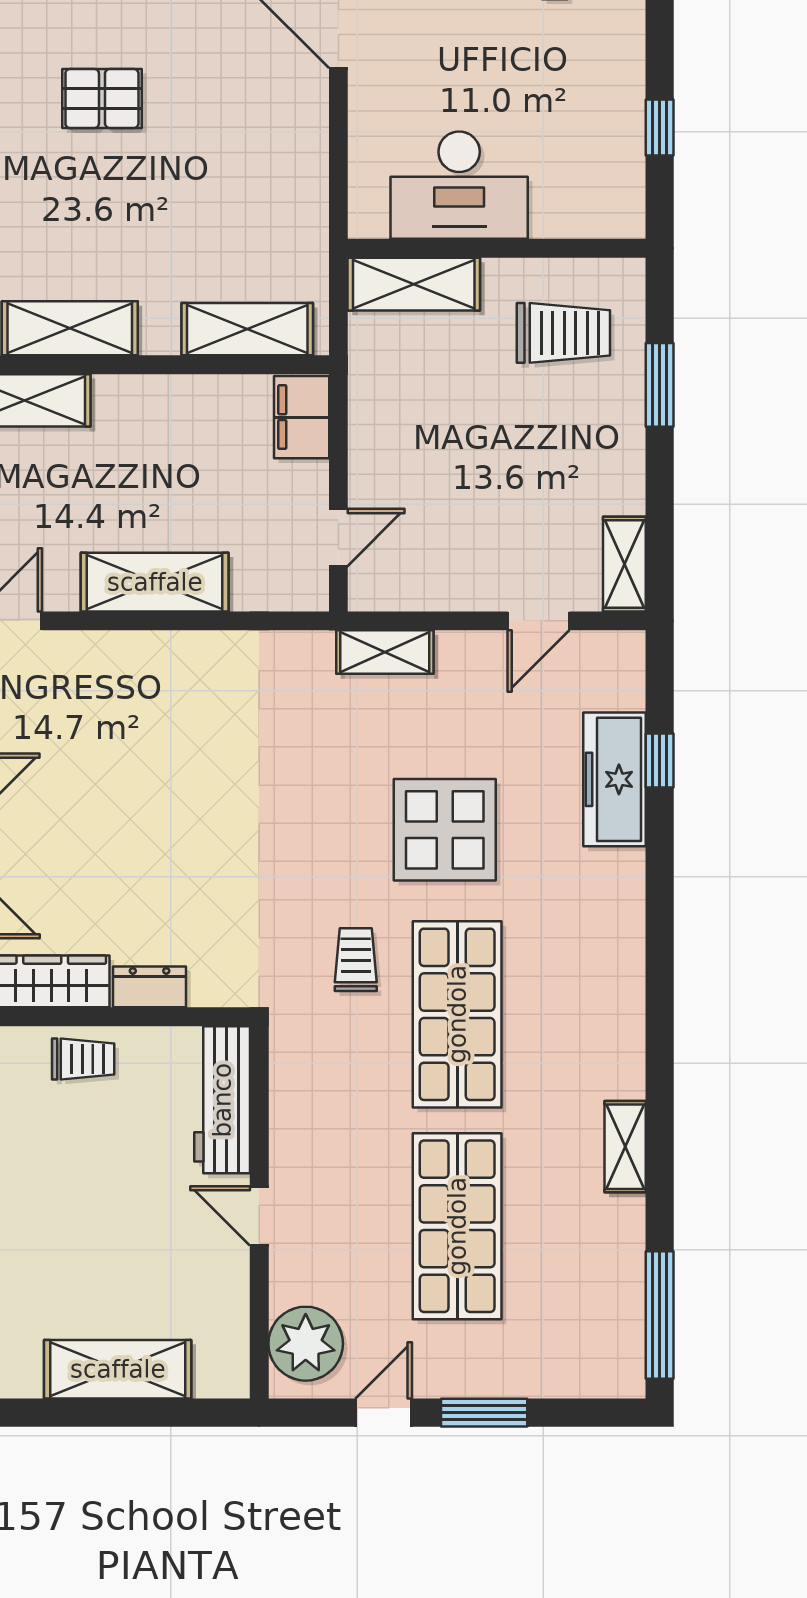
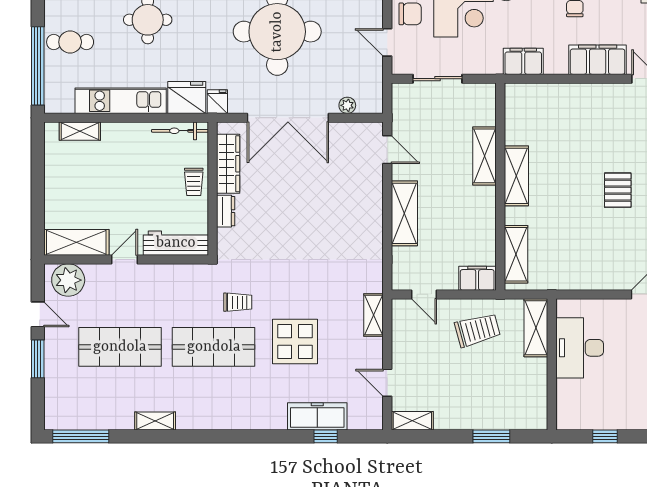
trolley: (563, 333) -> (477, 330), moved, turned -105
shelving: (118, 1369) -> (76, 242), moved, turned 90

